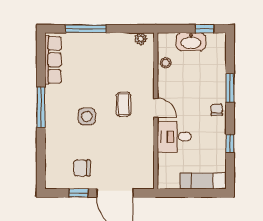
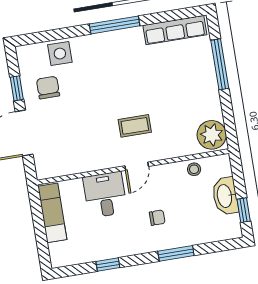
plant: (141, 39) -> (212, 135), width x1.87, depth x1.87
chair: (217, 110) -> (157, 218), moved
side table: (87, 116) -> (60, 54), moved
exam couch: (203, 181) -> (52, 213), moved

